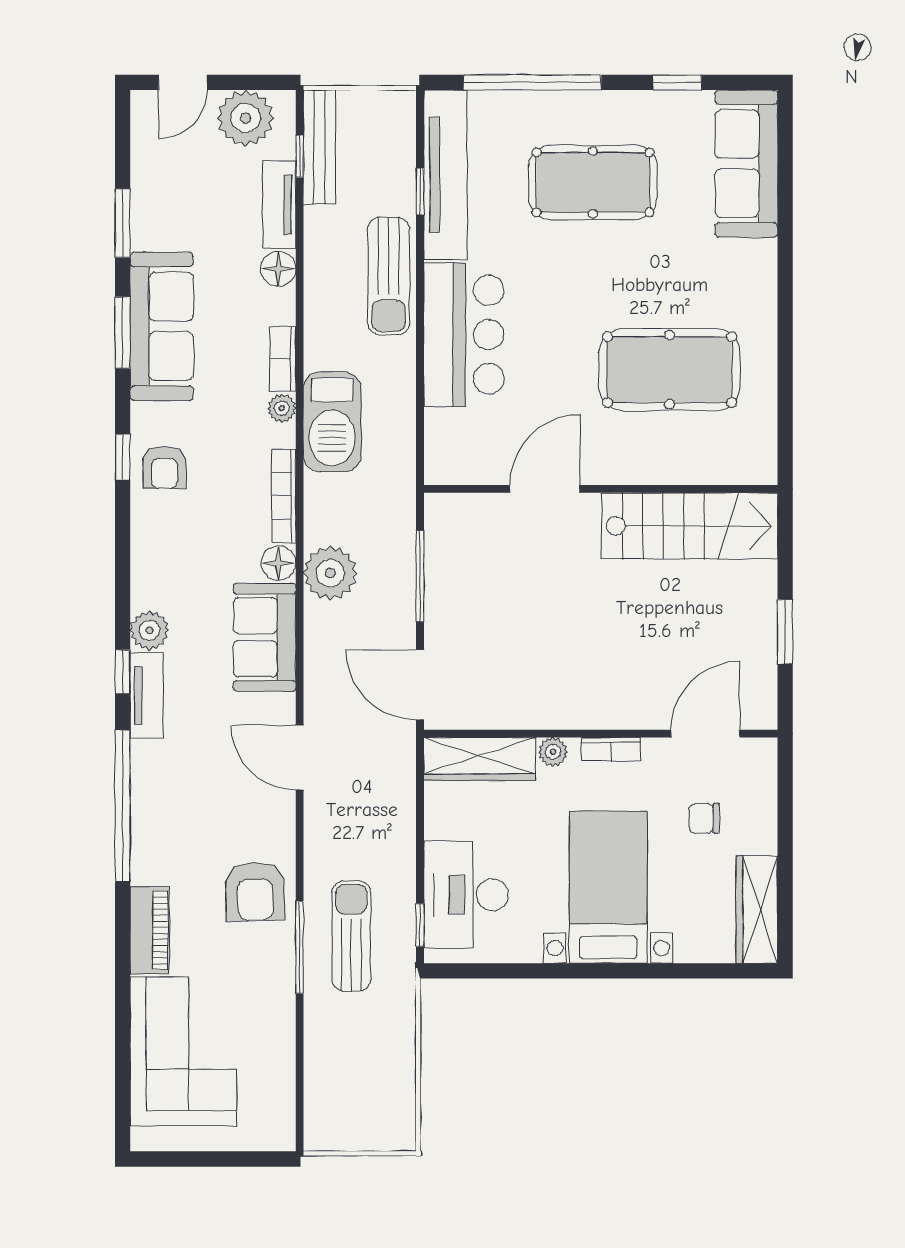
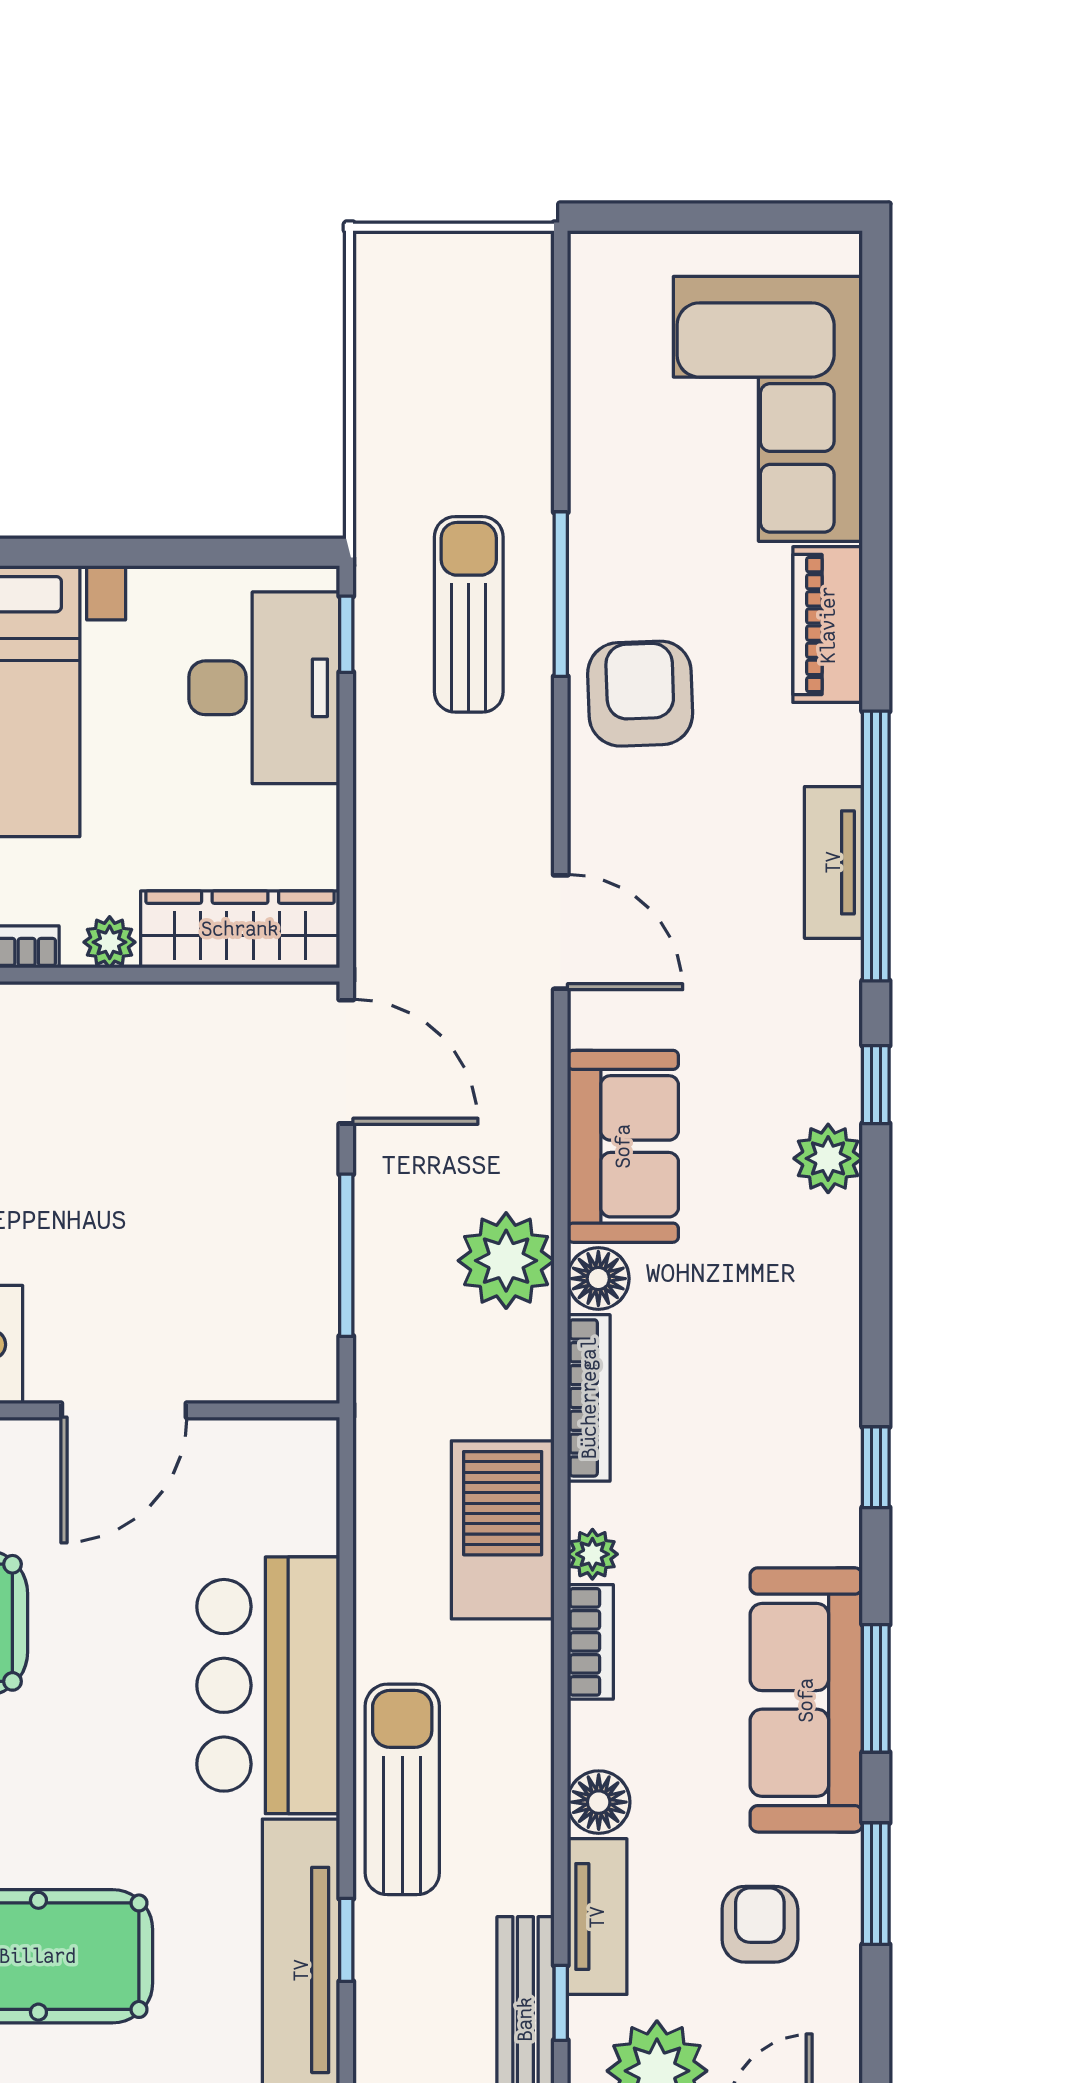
armchair: (164, 467) -> (760, 1924), moved
tv unit: (146, 695) -> (833, 862), moved
sun lounger: (351, 936) -> (469, 614), turned 180

